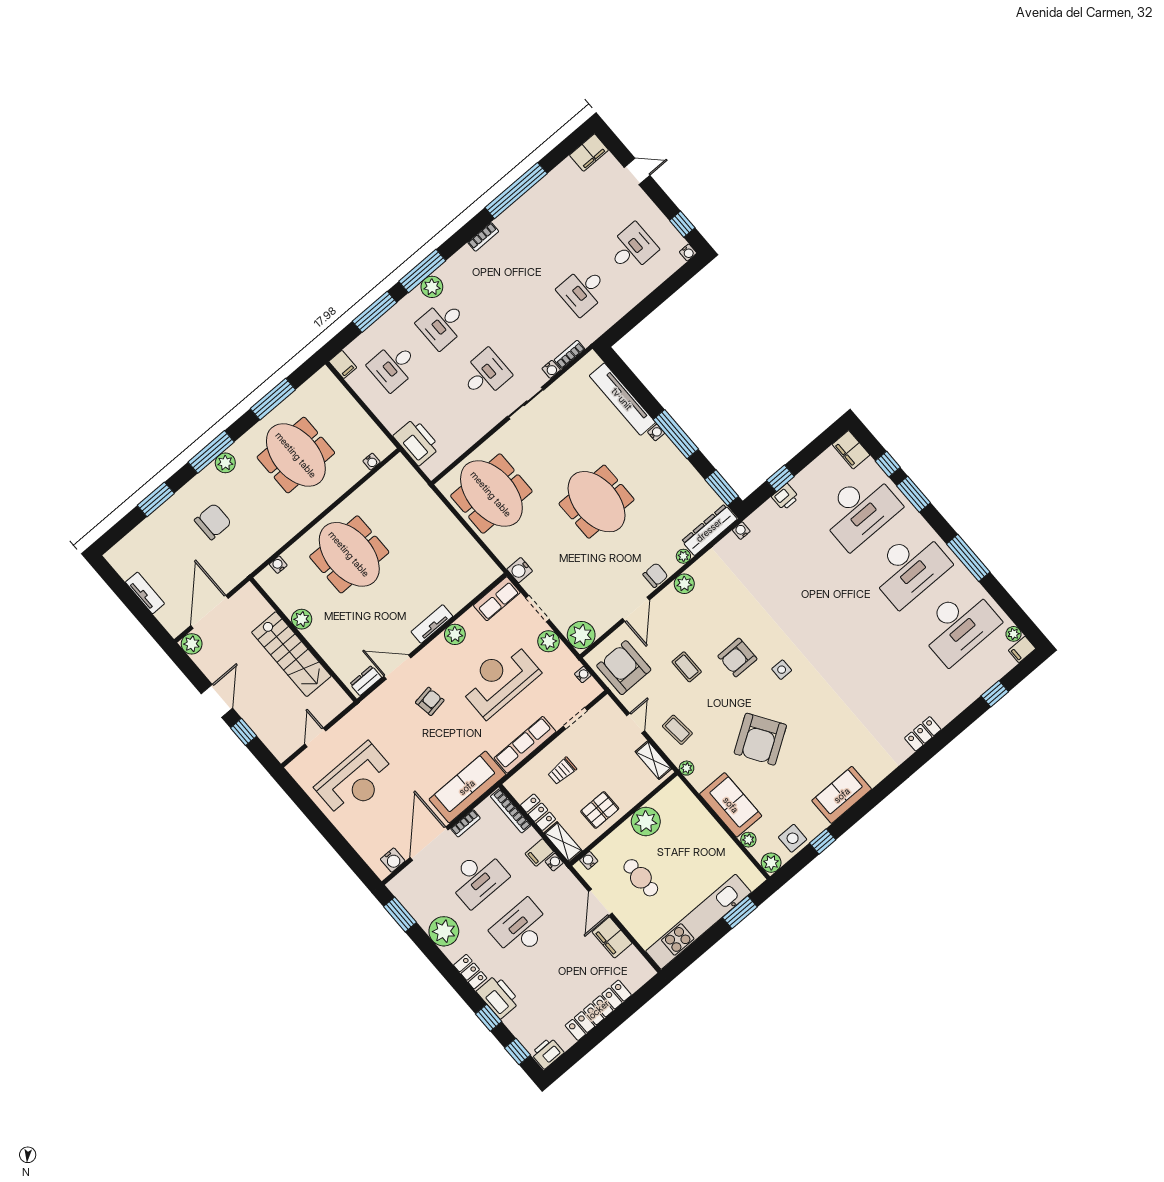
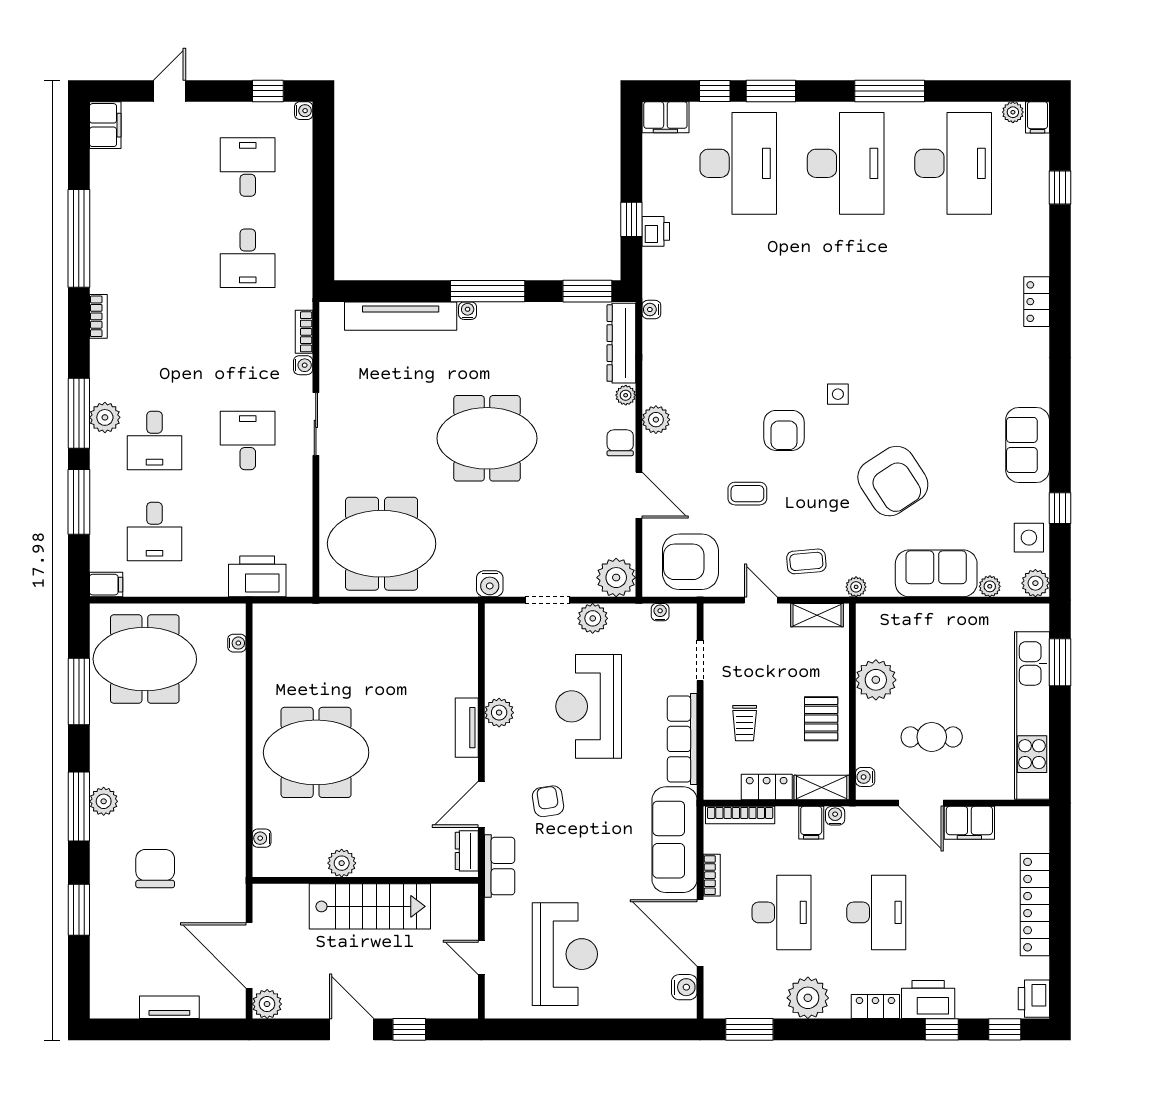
meeting table: (296, 455) -> (145, 659), moved
row of seats: (497, 599) -> (500, 866), moved
desk: (521, 929) -> (876, 912), turned 180

